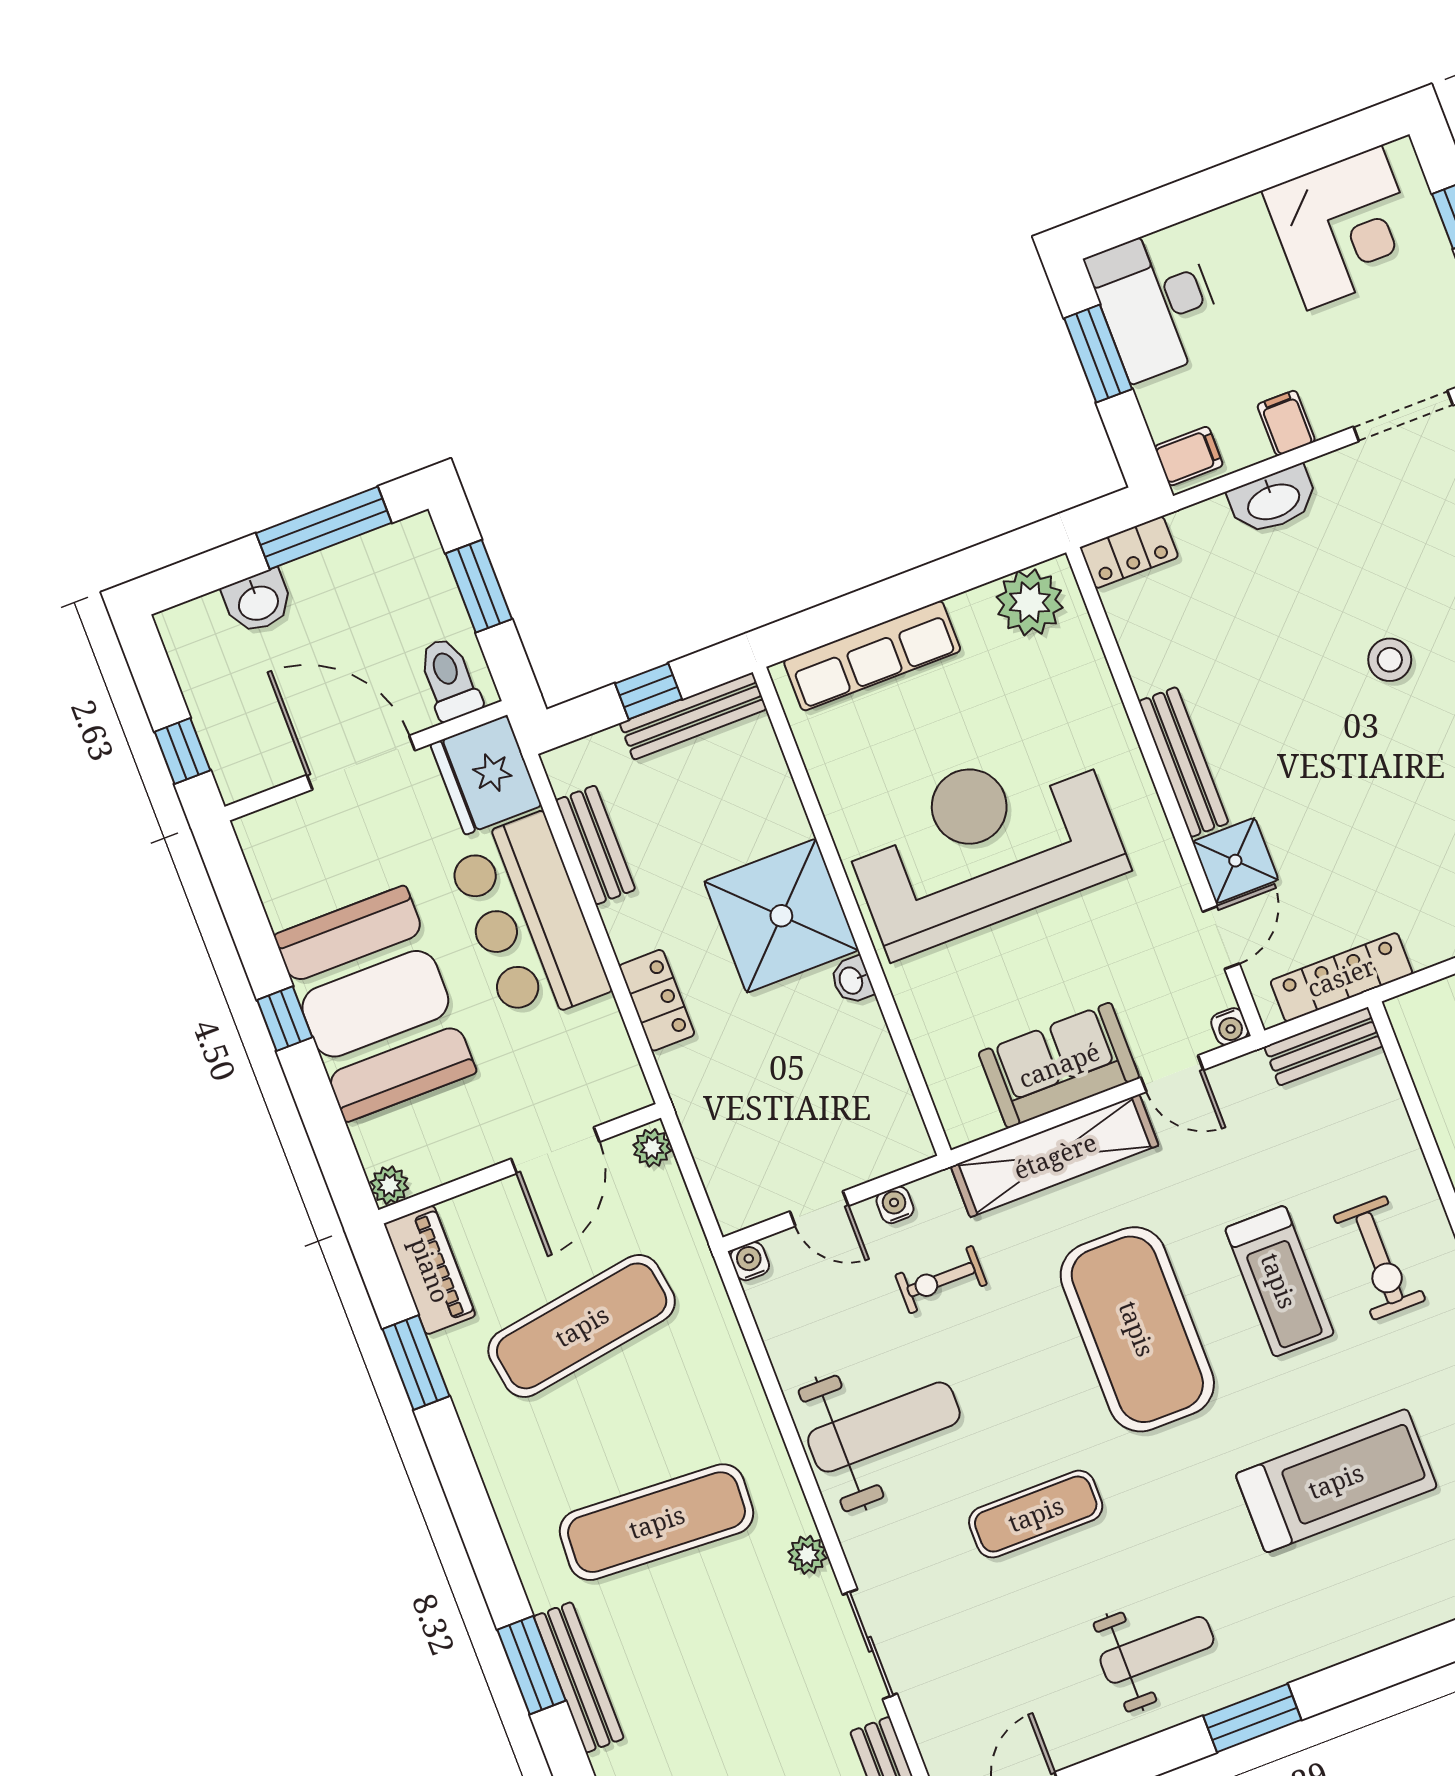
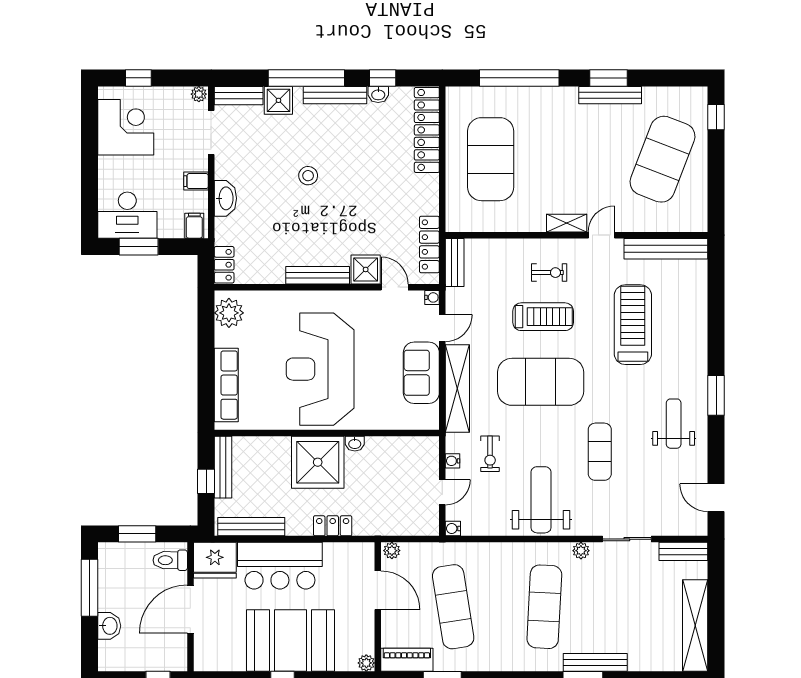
bench: (595, 845) -> (251, 527), width x1.36
exercise bike: (1379, 1258) -> (549, 273), width x0.73, depth x0.72

